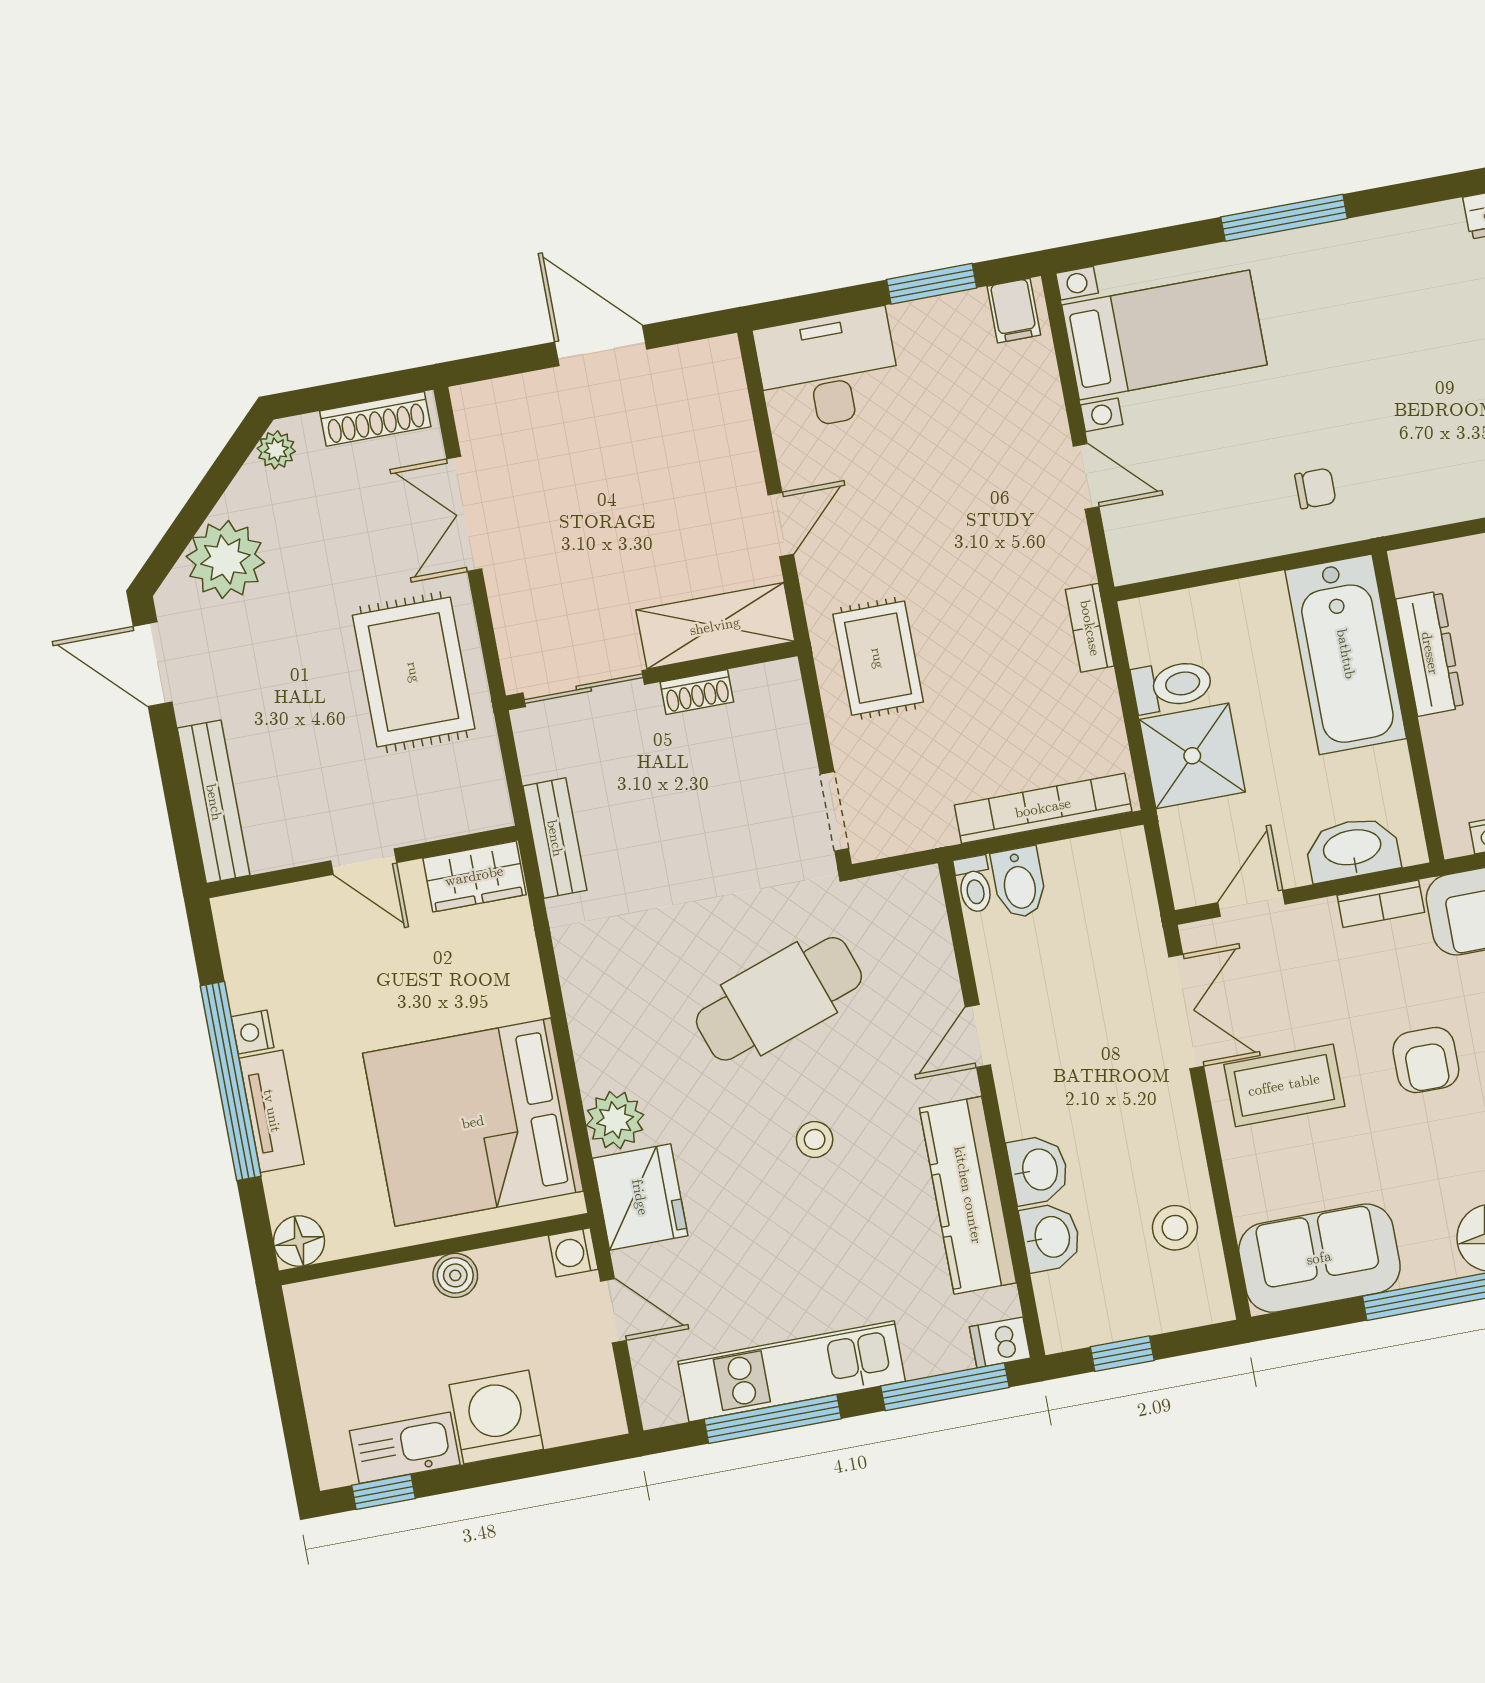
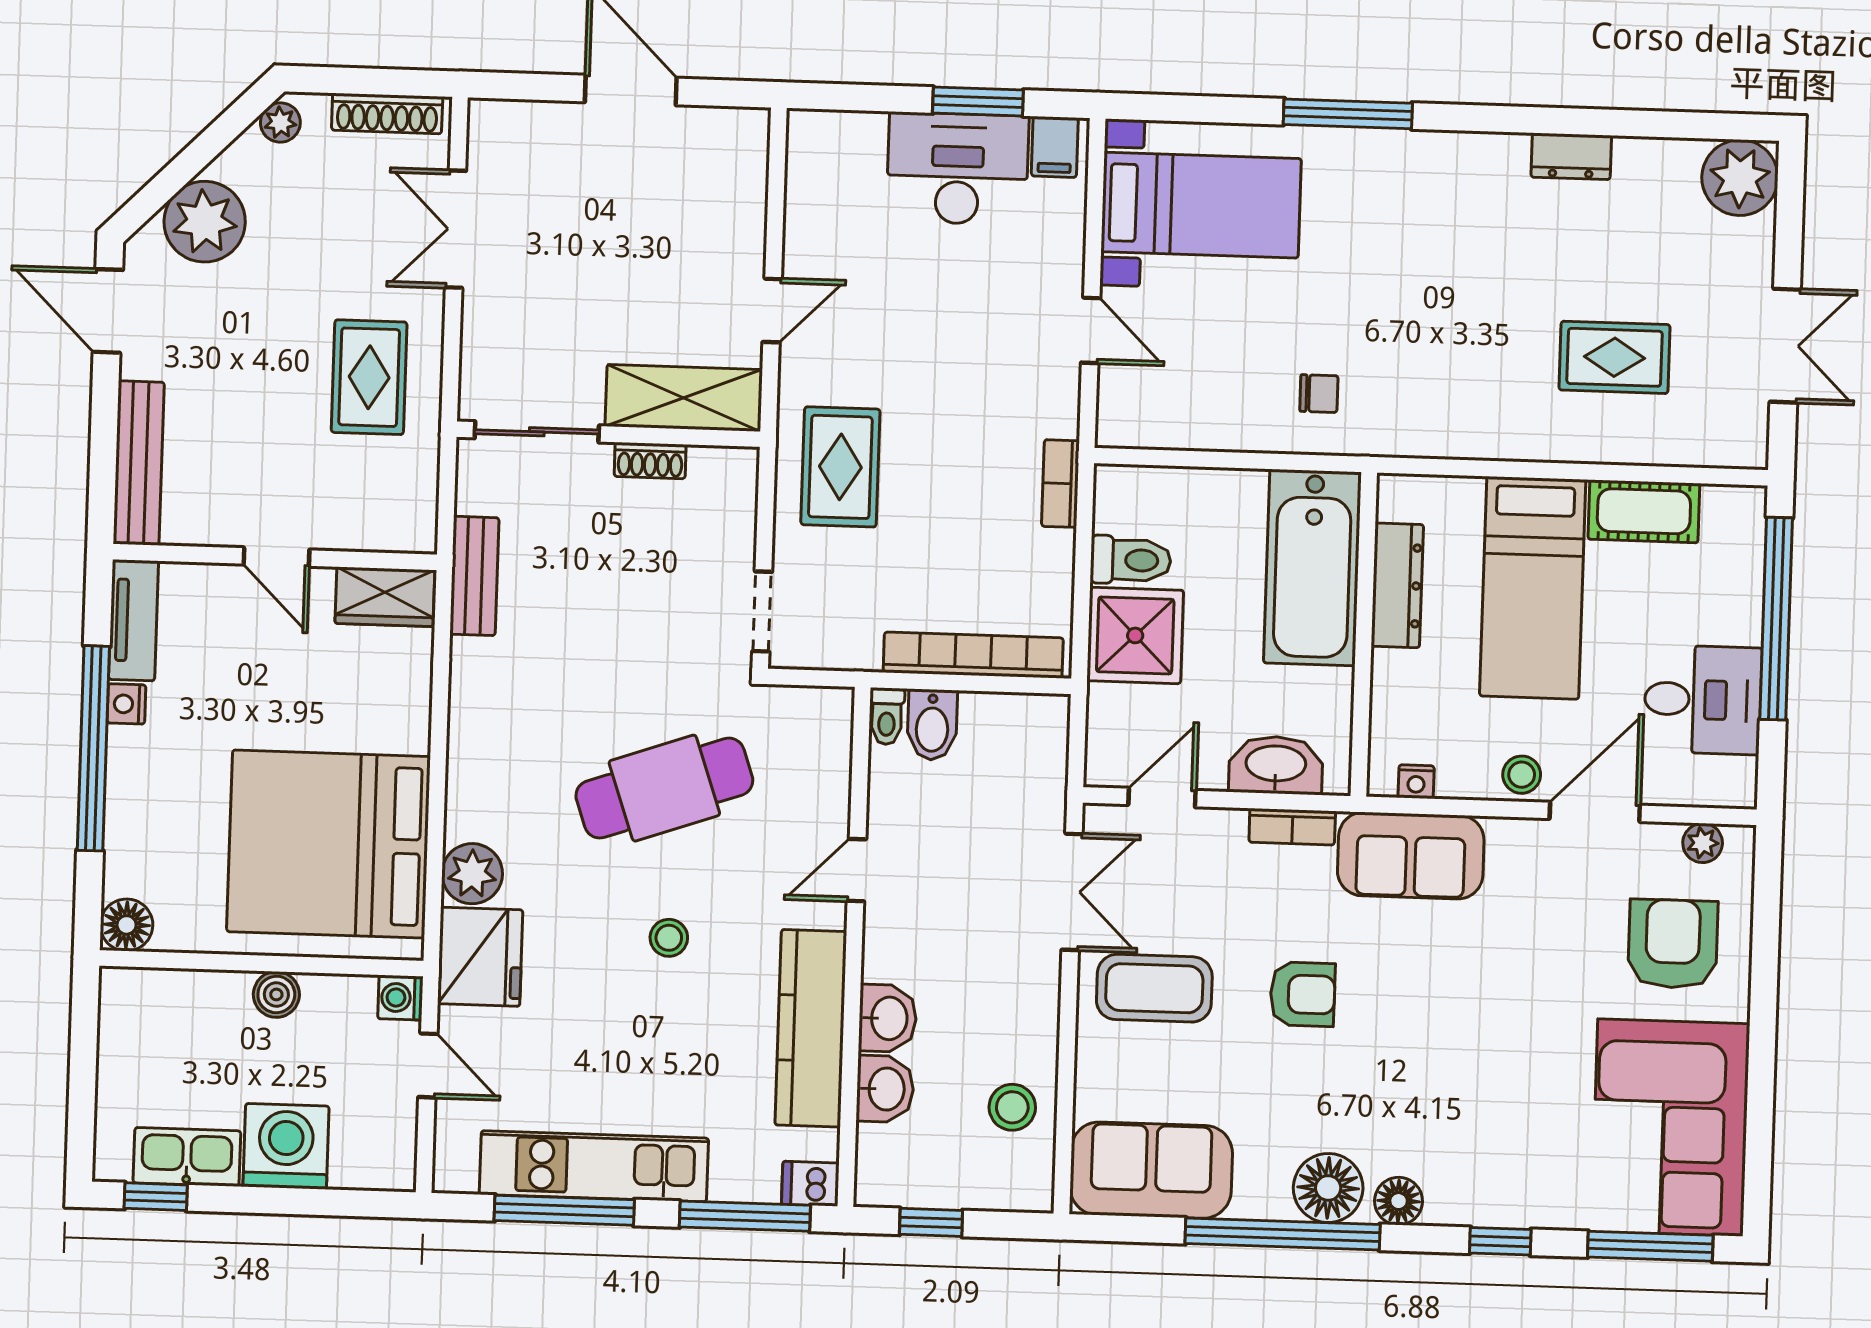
desk: (828, 370) -> (958, 169), moved
rug: (414, 672) -> (369, 377), width x0.73, depth x0.70
armchair: (1426, 1060) -> (1303, 994), turned -90
tv unit: (272, 1111) -> (133, 620), moved

